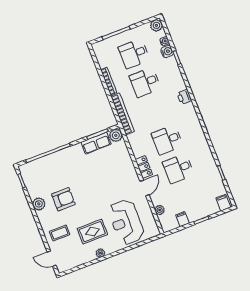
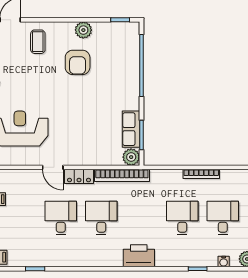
water cooler: (167, 52) -> (210, 260), removed
printer: (184, 97) -> (139, 256), width x1.87, depth x1.48
bookcase: (123, 114) -> (122, 175), moved
plant: (160, 210) -> (19, 175), removed
rug: (92, 232) -> (24, 83), removed

